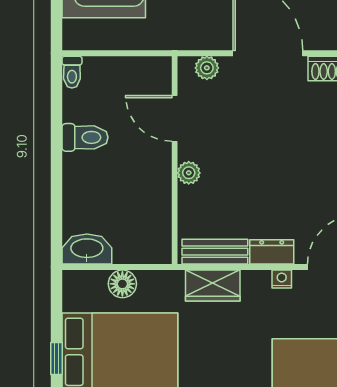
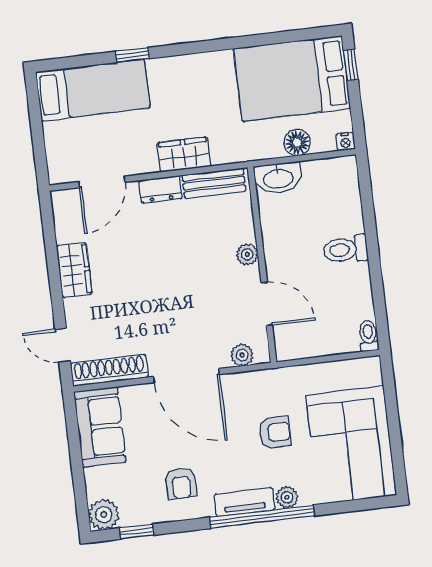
toilet: (85, 137) -> (346, 249), moved
washbasin: (87, 249) -> (278, 178), moved
nightstand: (282, 279) -> (345, 142), moved
wardrobe: (213, 286) -> (184, 155), moved

